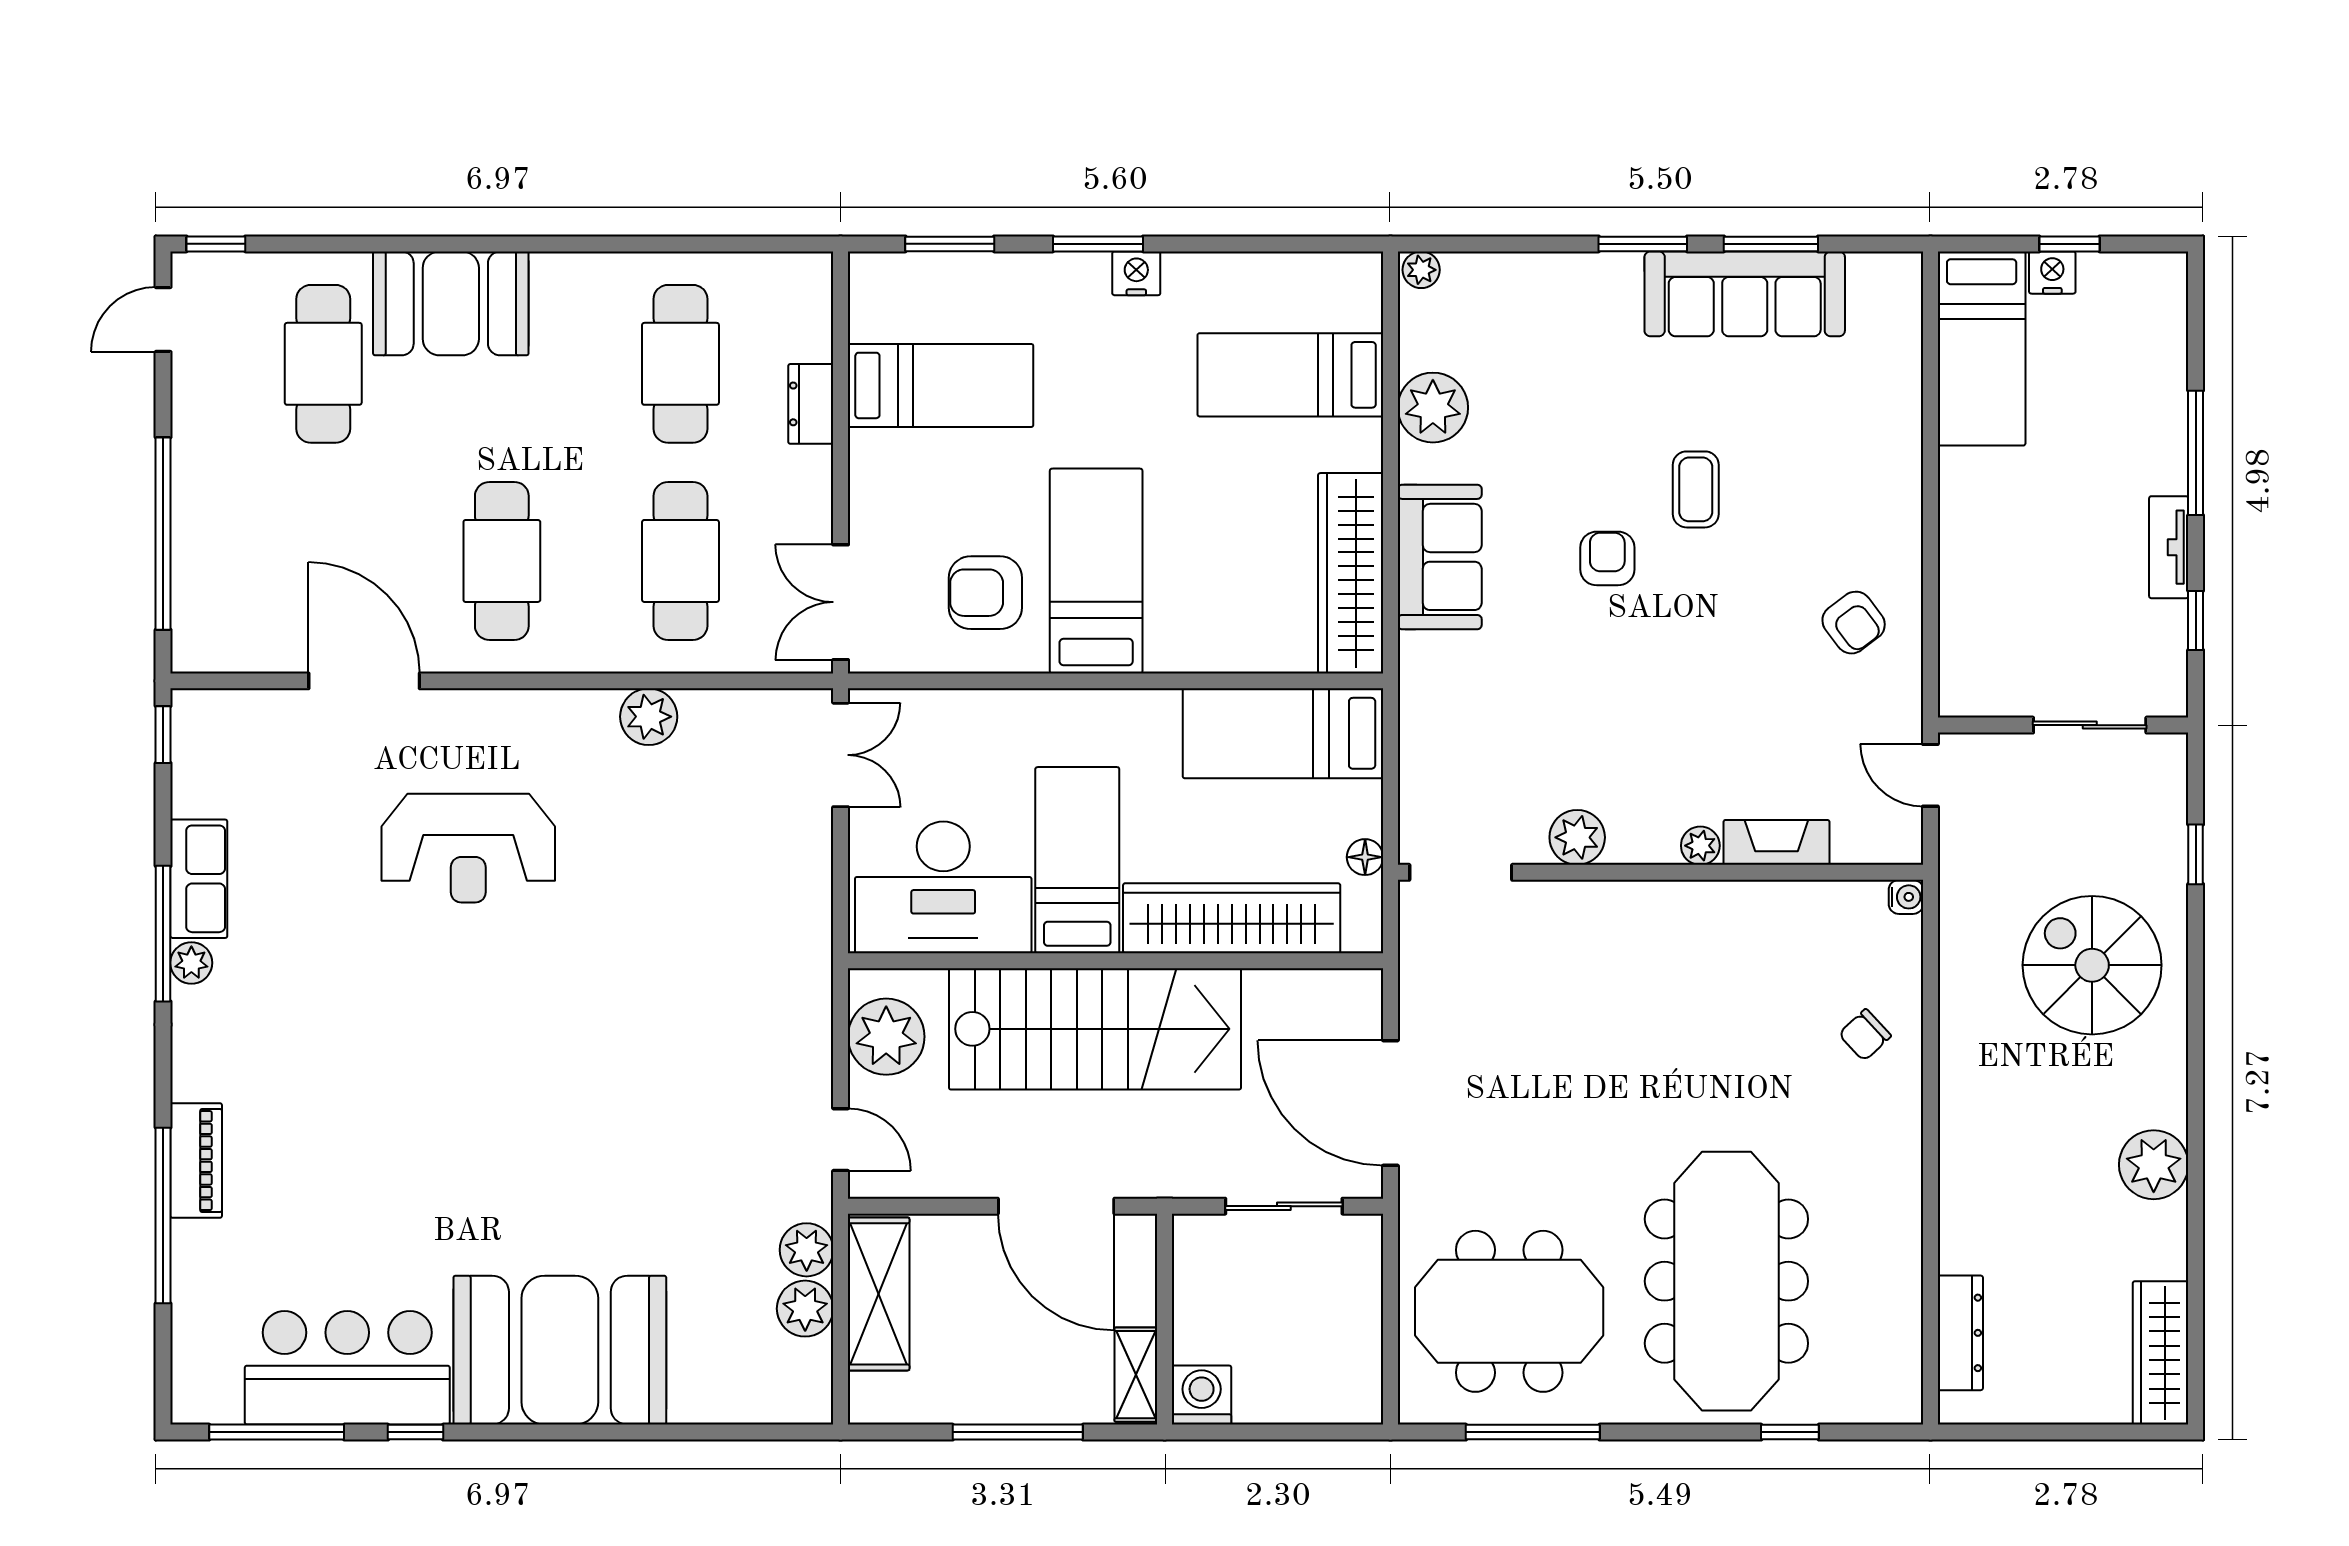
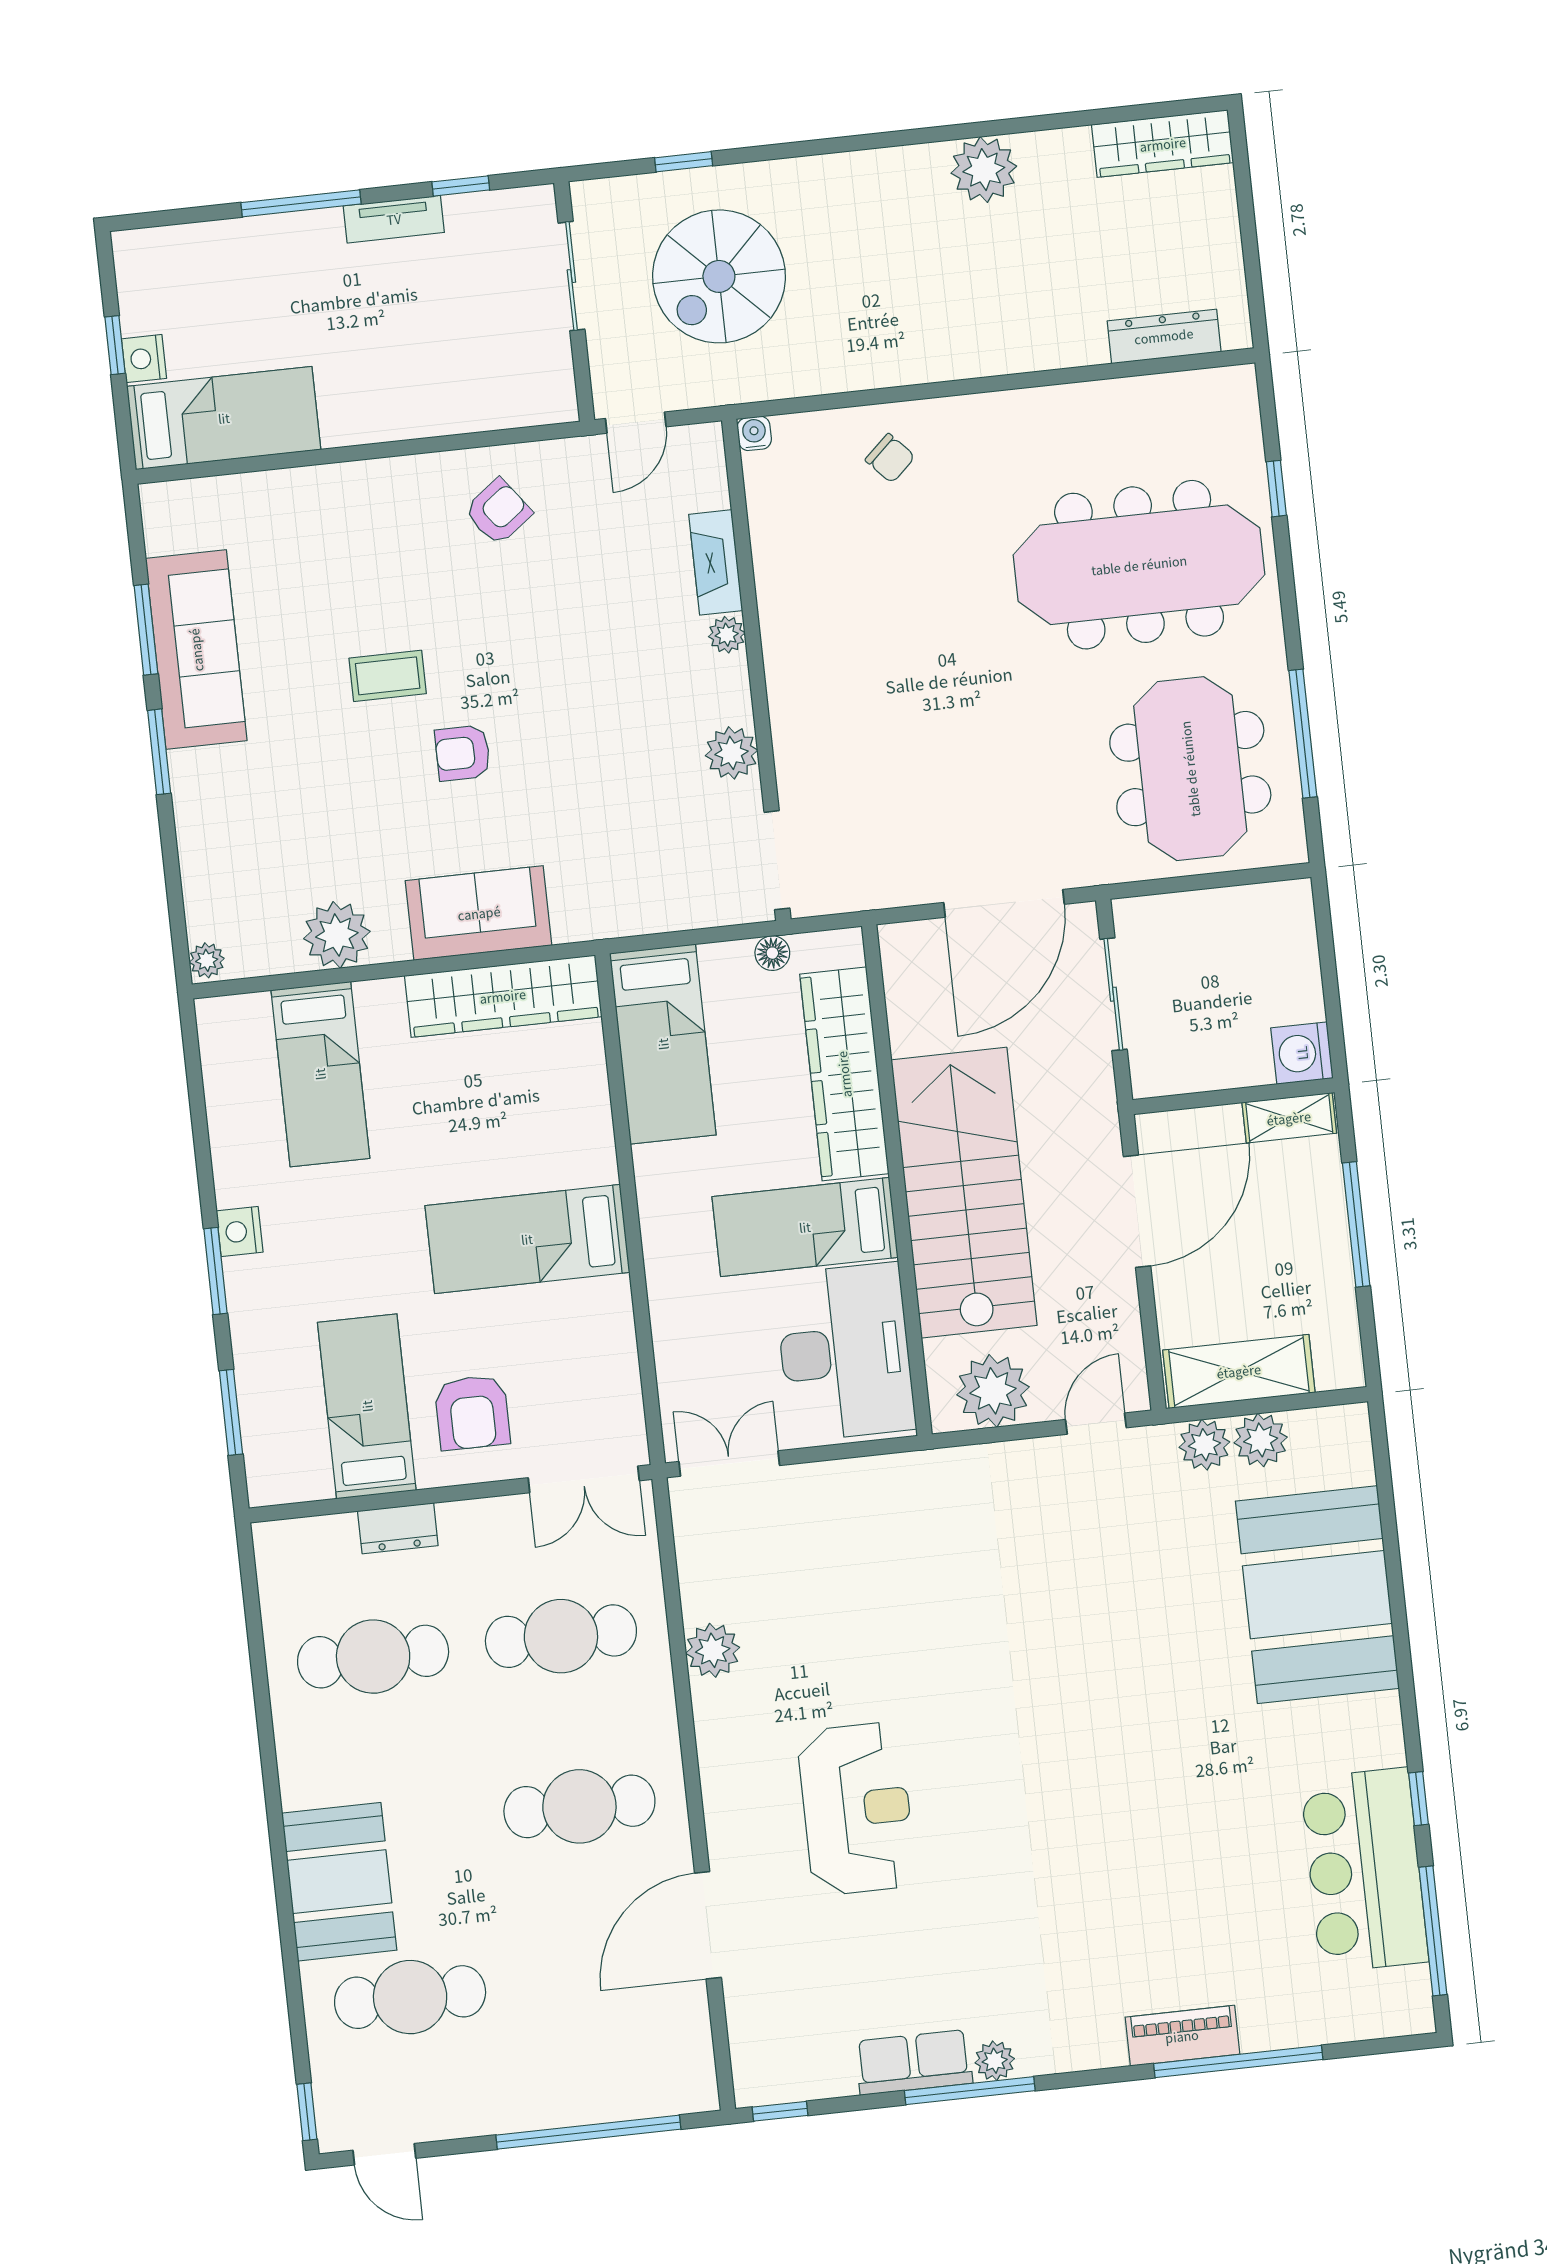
armchair: (985, 593) -> (472, 1413), moved
spiral stairs: (2092, 965) -> (719, 276), moved
booth: (560, 1350) -> (1317, 1595), moved

